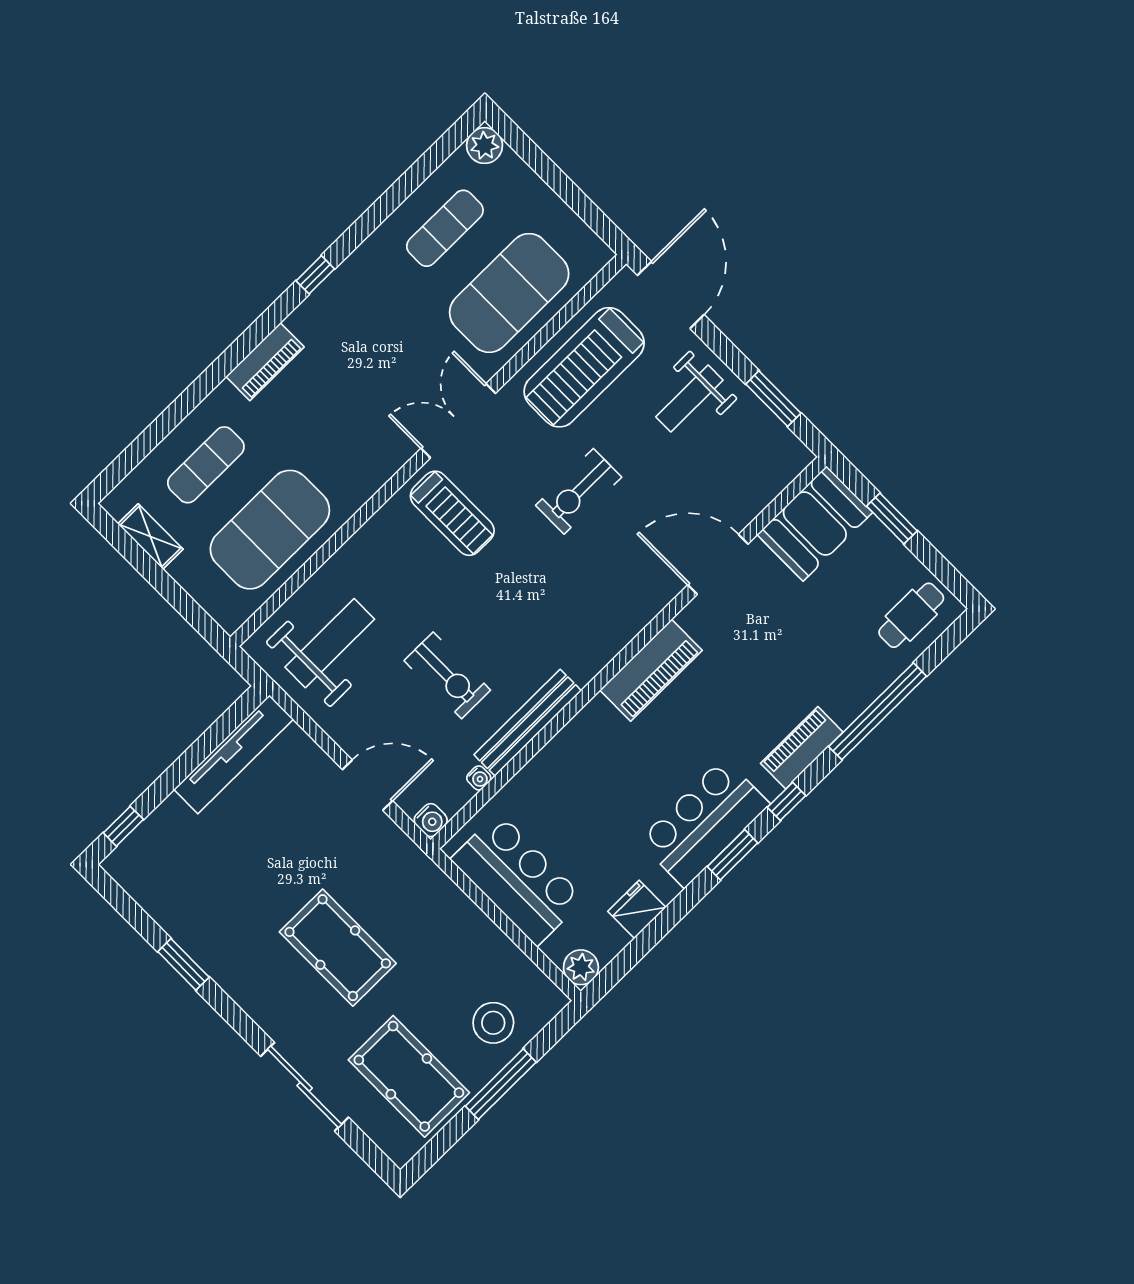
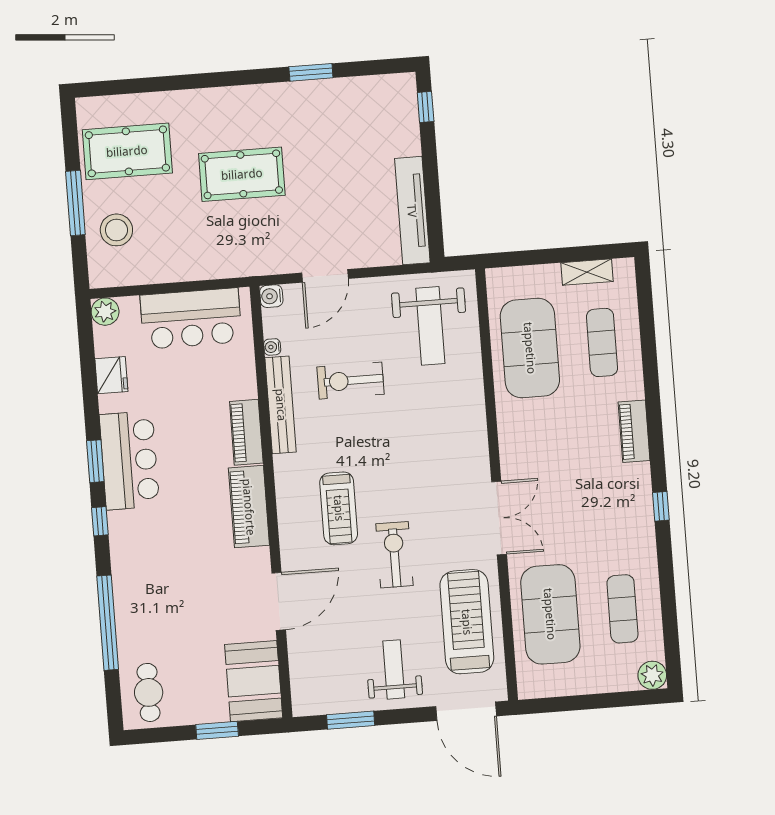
treadmill: (452, 513) -> (339, 508), moved, turned -90
piano: (802, 748) -> (246, 432), moved, turned 180
sliding door: (305, 1087) -> (175, 83), removed

